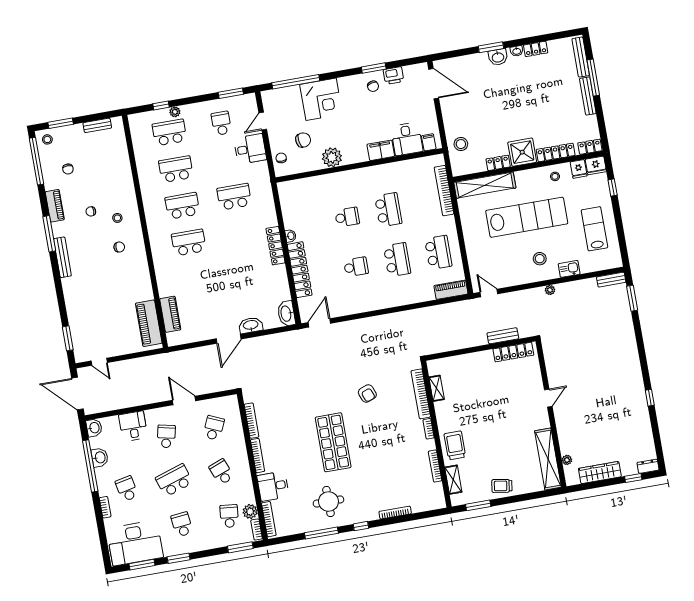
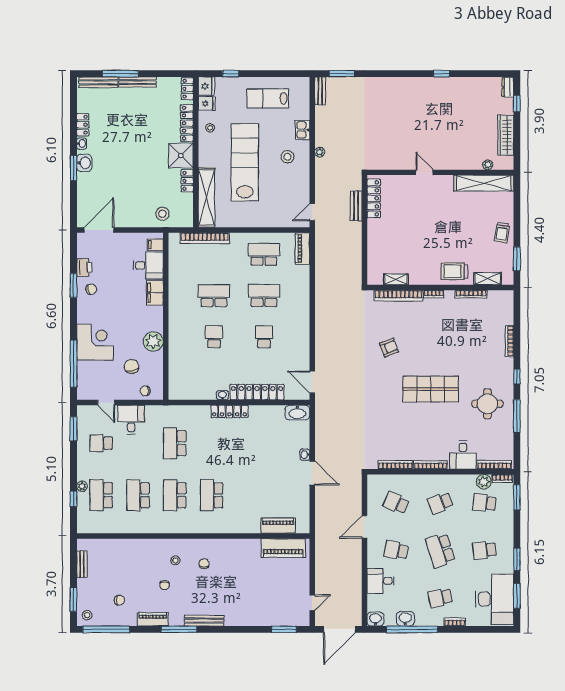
washbasin: (251, 325) -> (305, 455), width x0.52, depth x0.69

